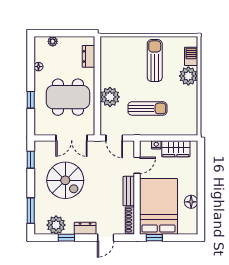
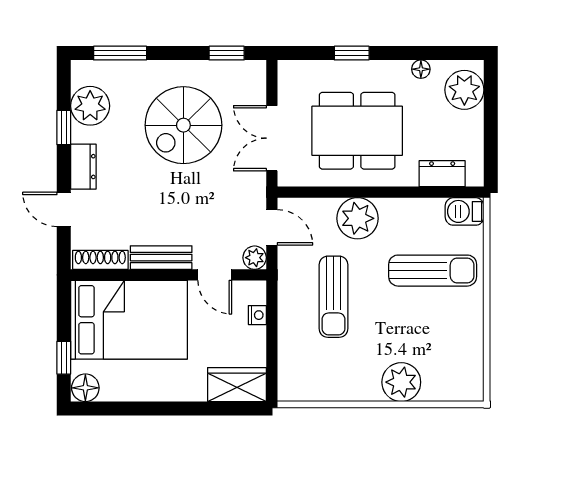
plant: (53, 41) -> (464, 90), width x1.88, depth x1.88
barbecue: (191, 56) -> (465, 211), moved, turned 180
sun lounger: (155, 61) -> (433, 271), moved
dining table: (68, 97) -> (357, 131), turned 90
door: (114, 138) -> (272, 227), swing flipped
plant: (129, 146) -> (255, 258), added
wardrobe: (176, 149) -> (237, 385), moved, turned 90
floor lamp: (191, 202) -> (85, 388), moved
window: (154, 238) -> (64, 358), moved

